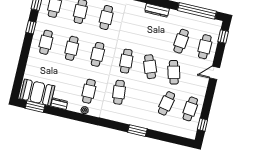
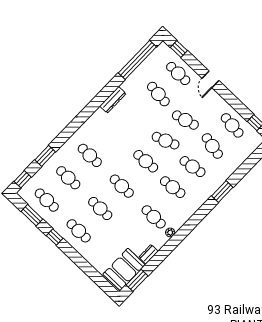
cafe table: (143, 98) -> (193, 167), added

